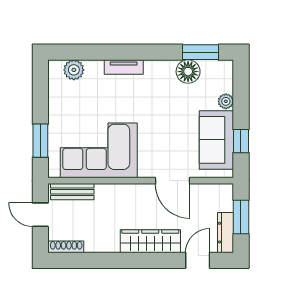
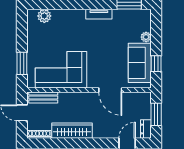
tv unit: (124, 67) -> (99, 14), moved
floor lamp: (188, 72) -> (121, 17), removed
dresser: (226, 233) -> (146, 129), width x0.70
wardrobe: (150, 241) -> (72, 131), moved

